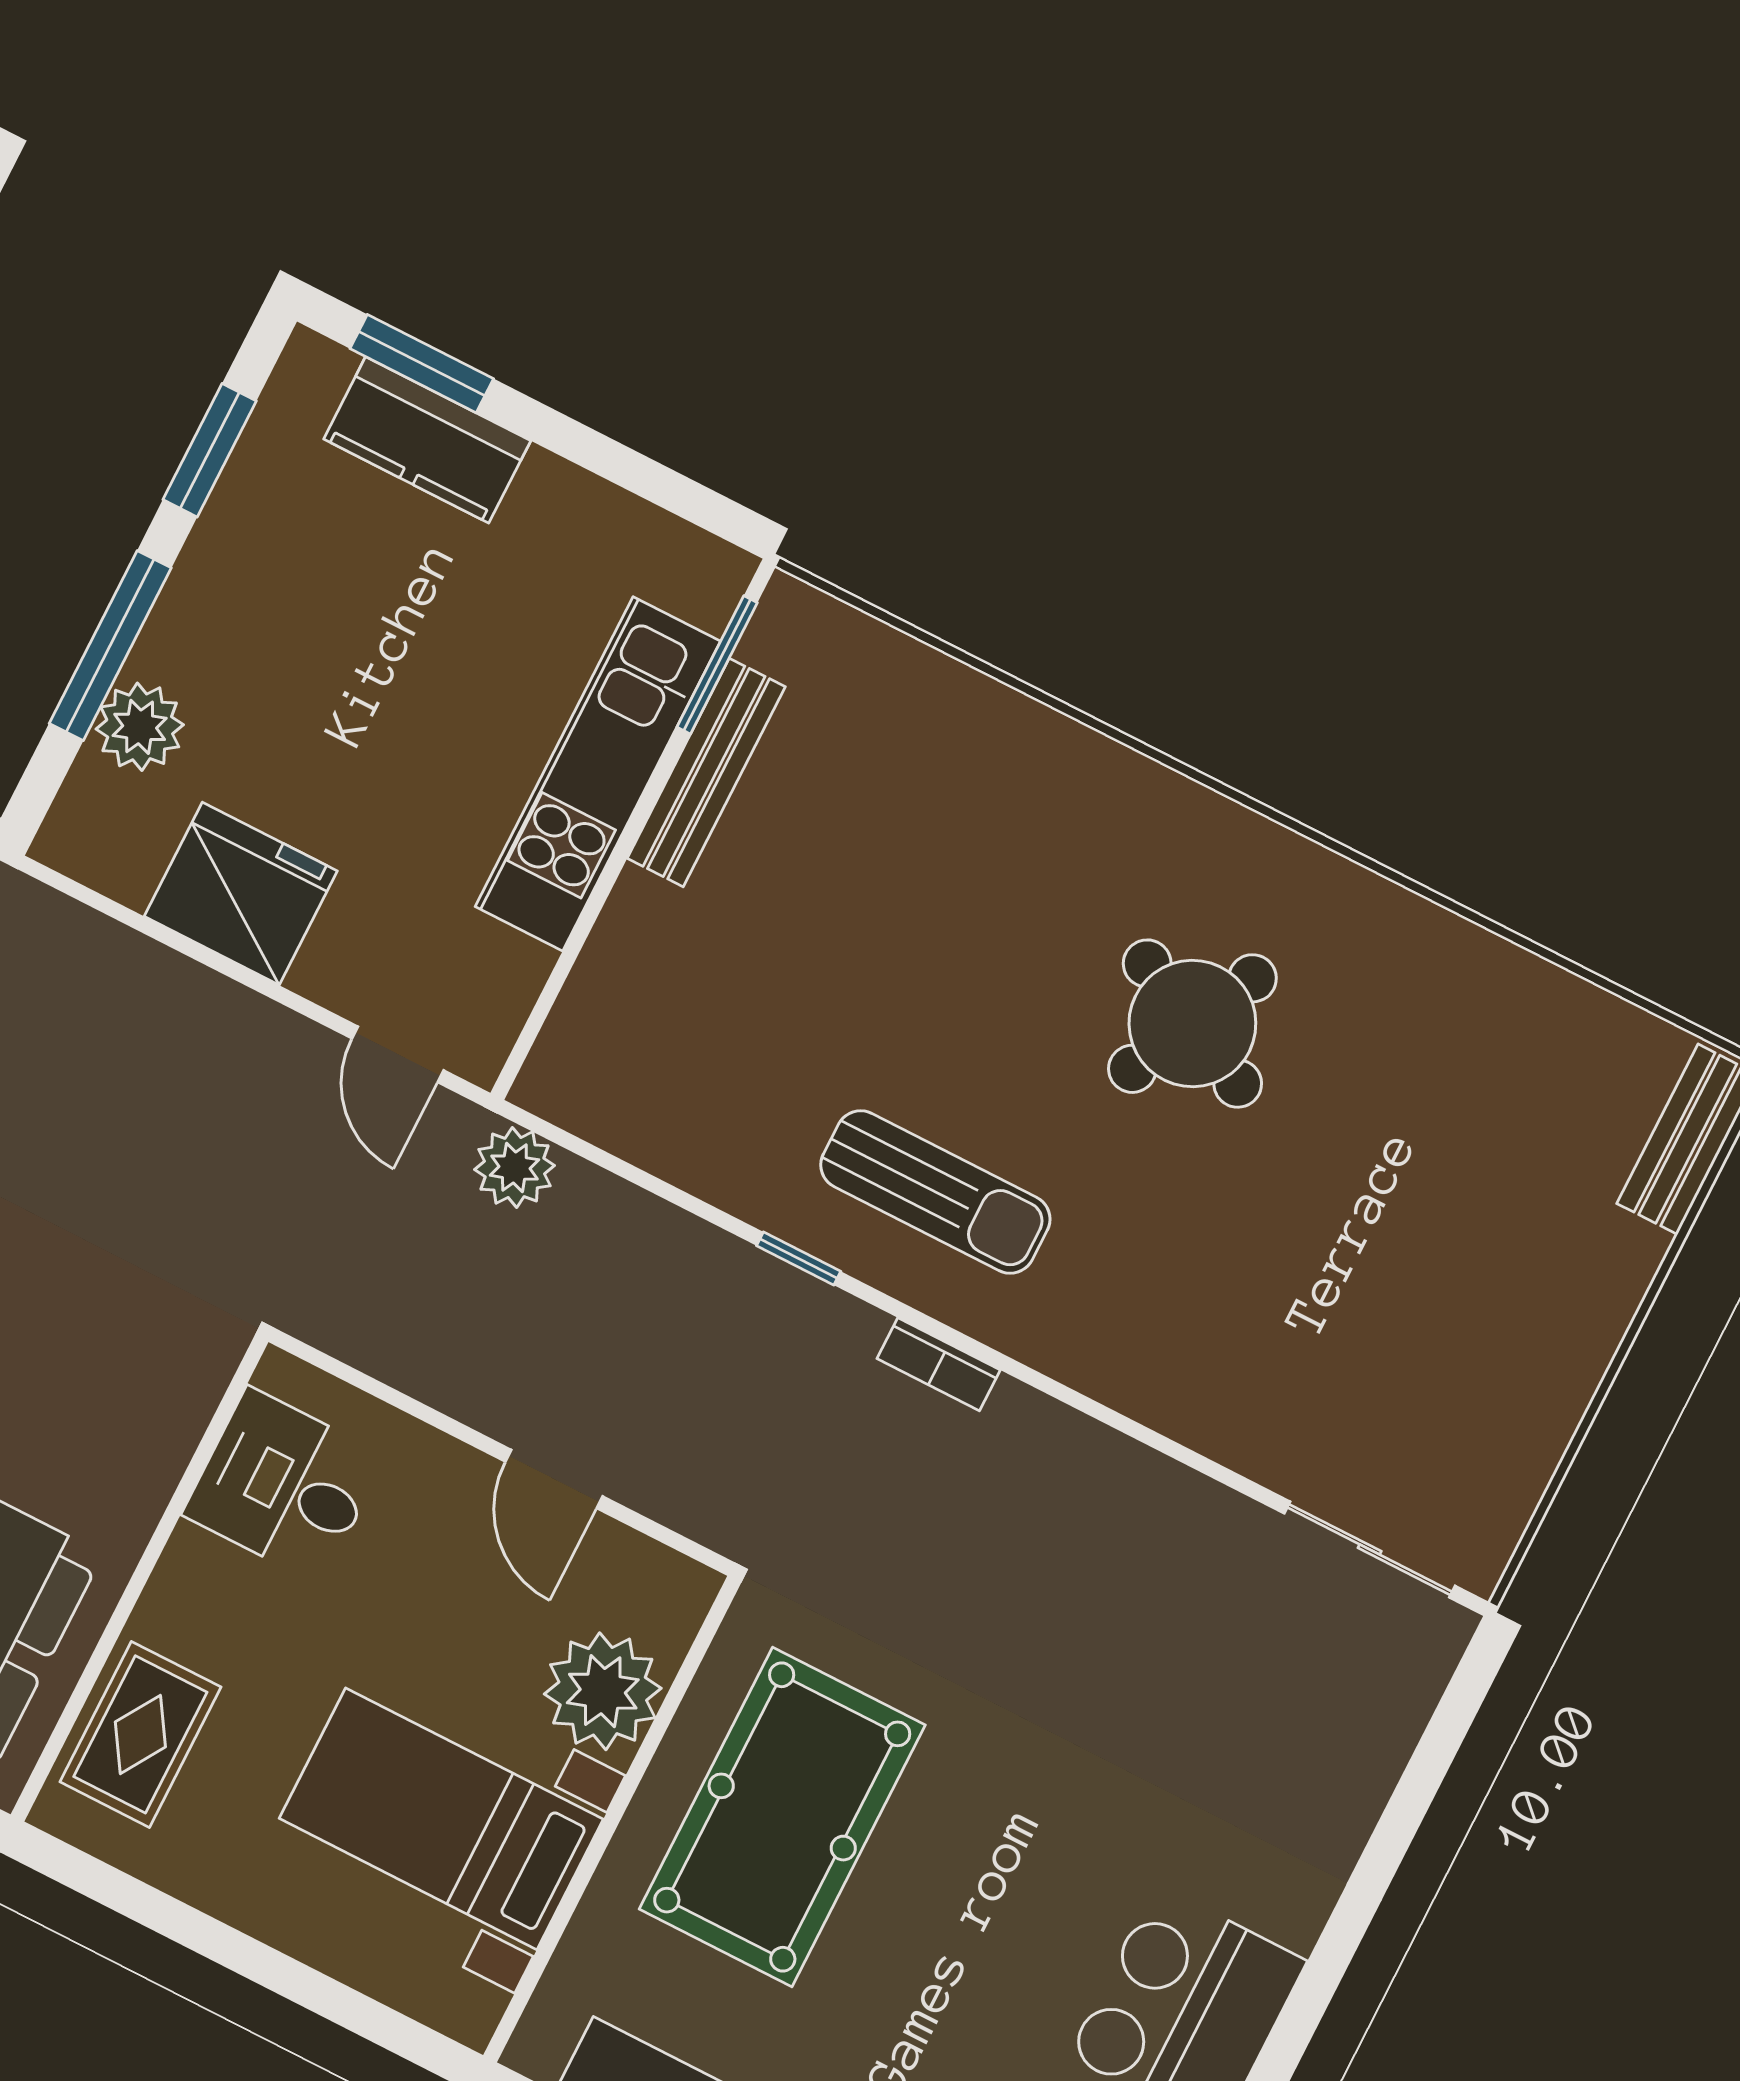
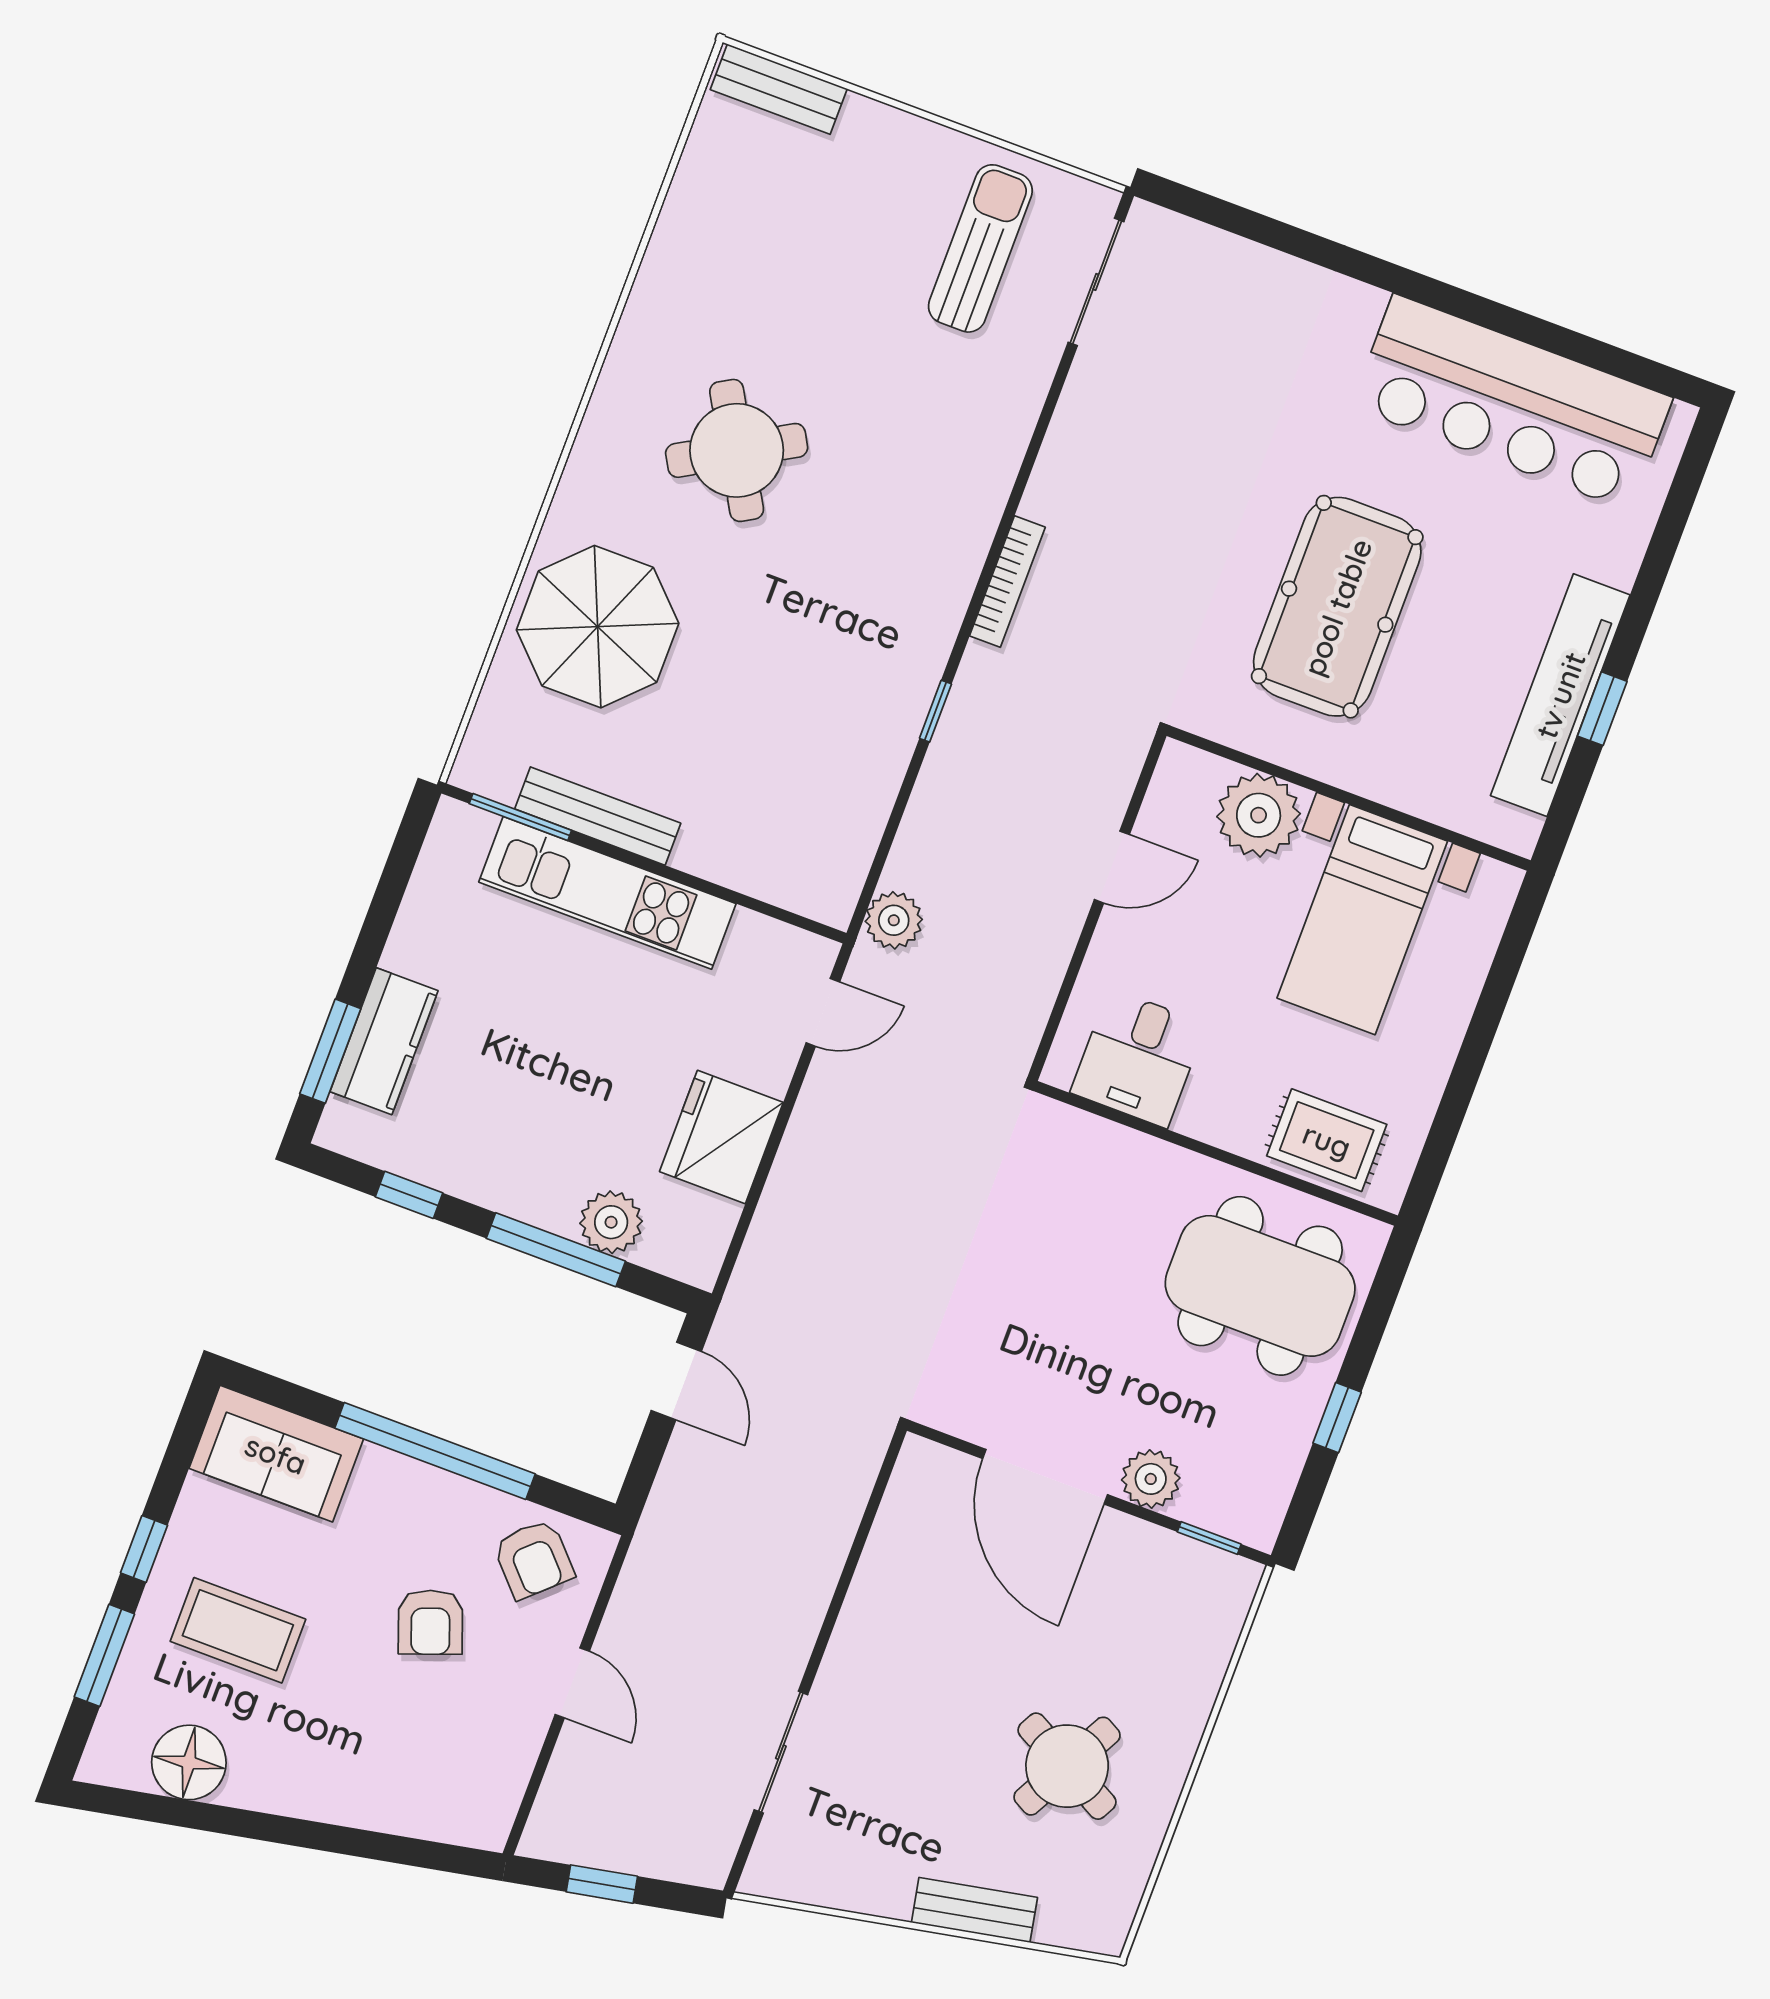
window: (210, 450) -> (409, 1195), width x0.67
parasol: (969, 802) -> (598, 627), added
round table: (1192, 1024) -> (737, 450), turned 34
sun lounger: (935, 1192) -> (980, 248), moved
bookcase: (939, 1364) -> (1007, 581), width x1.56
pool table: (782, 1817) -> (1337, 607), moved, turned 90

